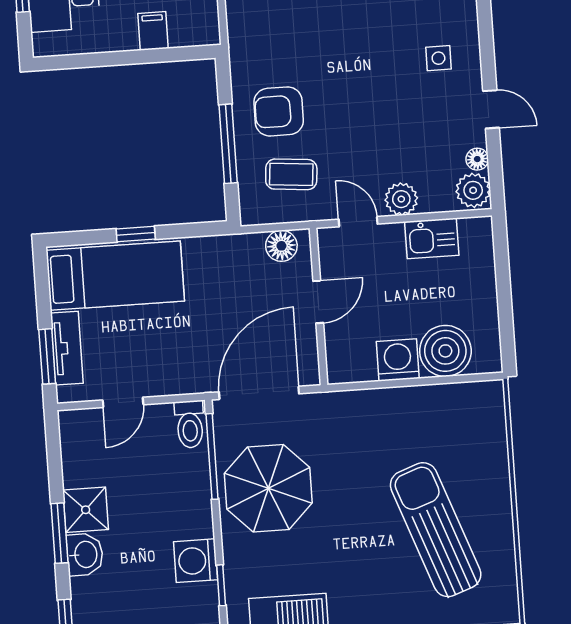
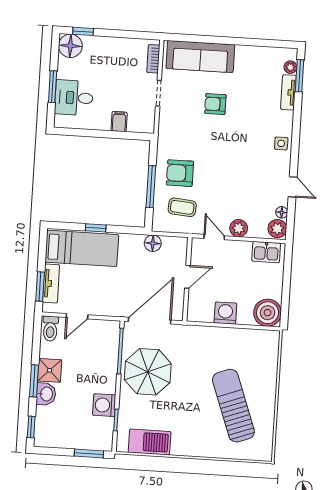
side table: (438, 58) -> (281, 143), moved
kitchen sink: (432, 238) -> (266, 252), moved
floor lamp: (281, 246) -> (153, 243), moved
boiler: (445, 351) -> (268, 313), moved
toilet: (190, 424) -> (50, 329), moved

